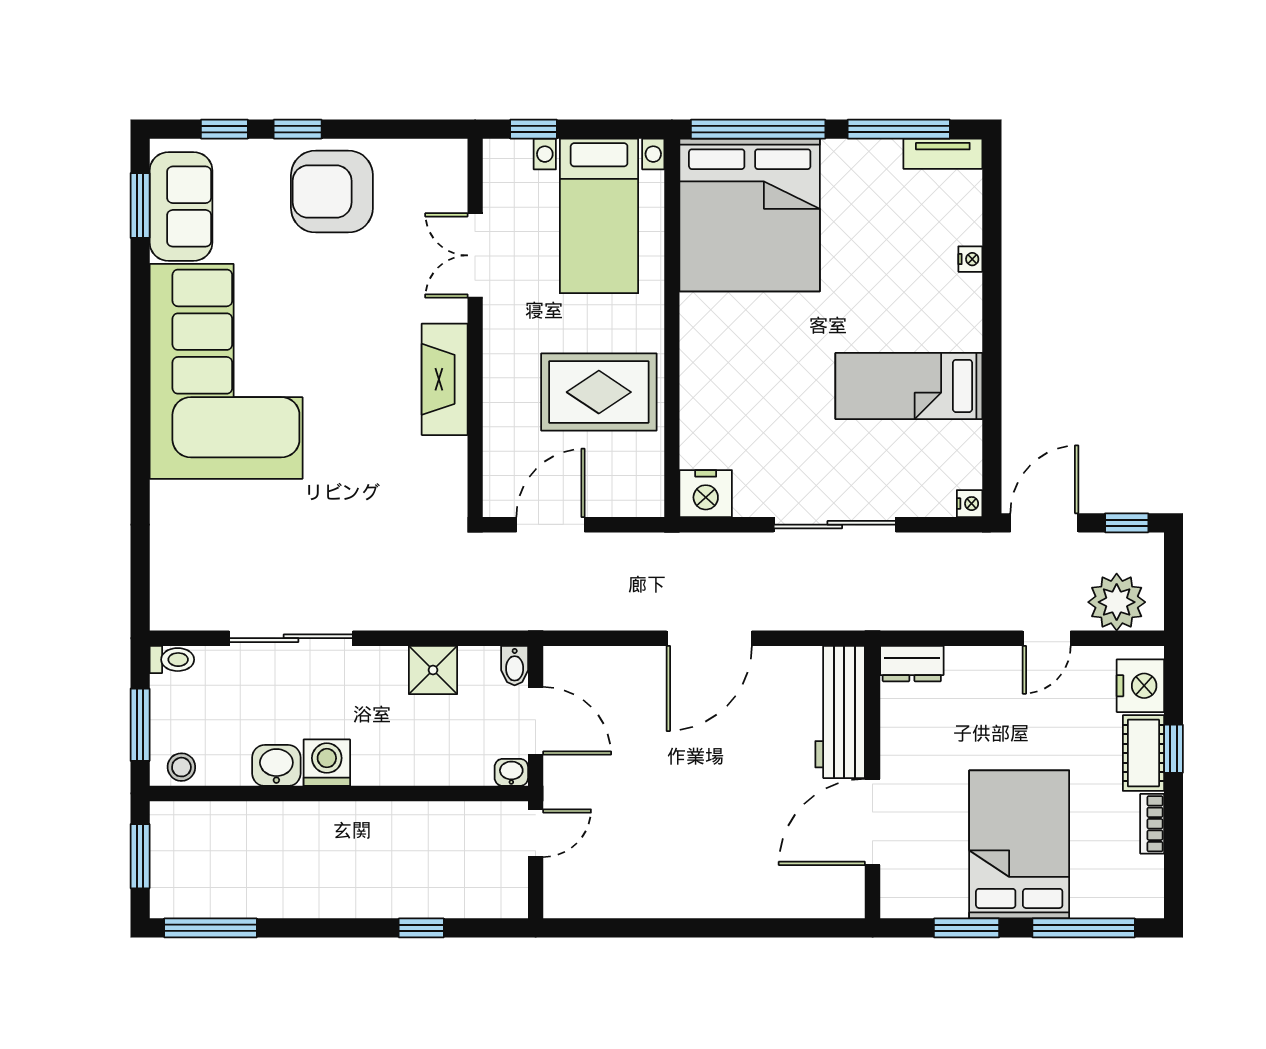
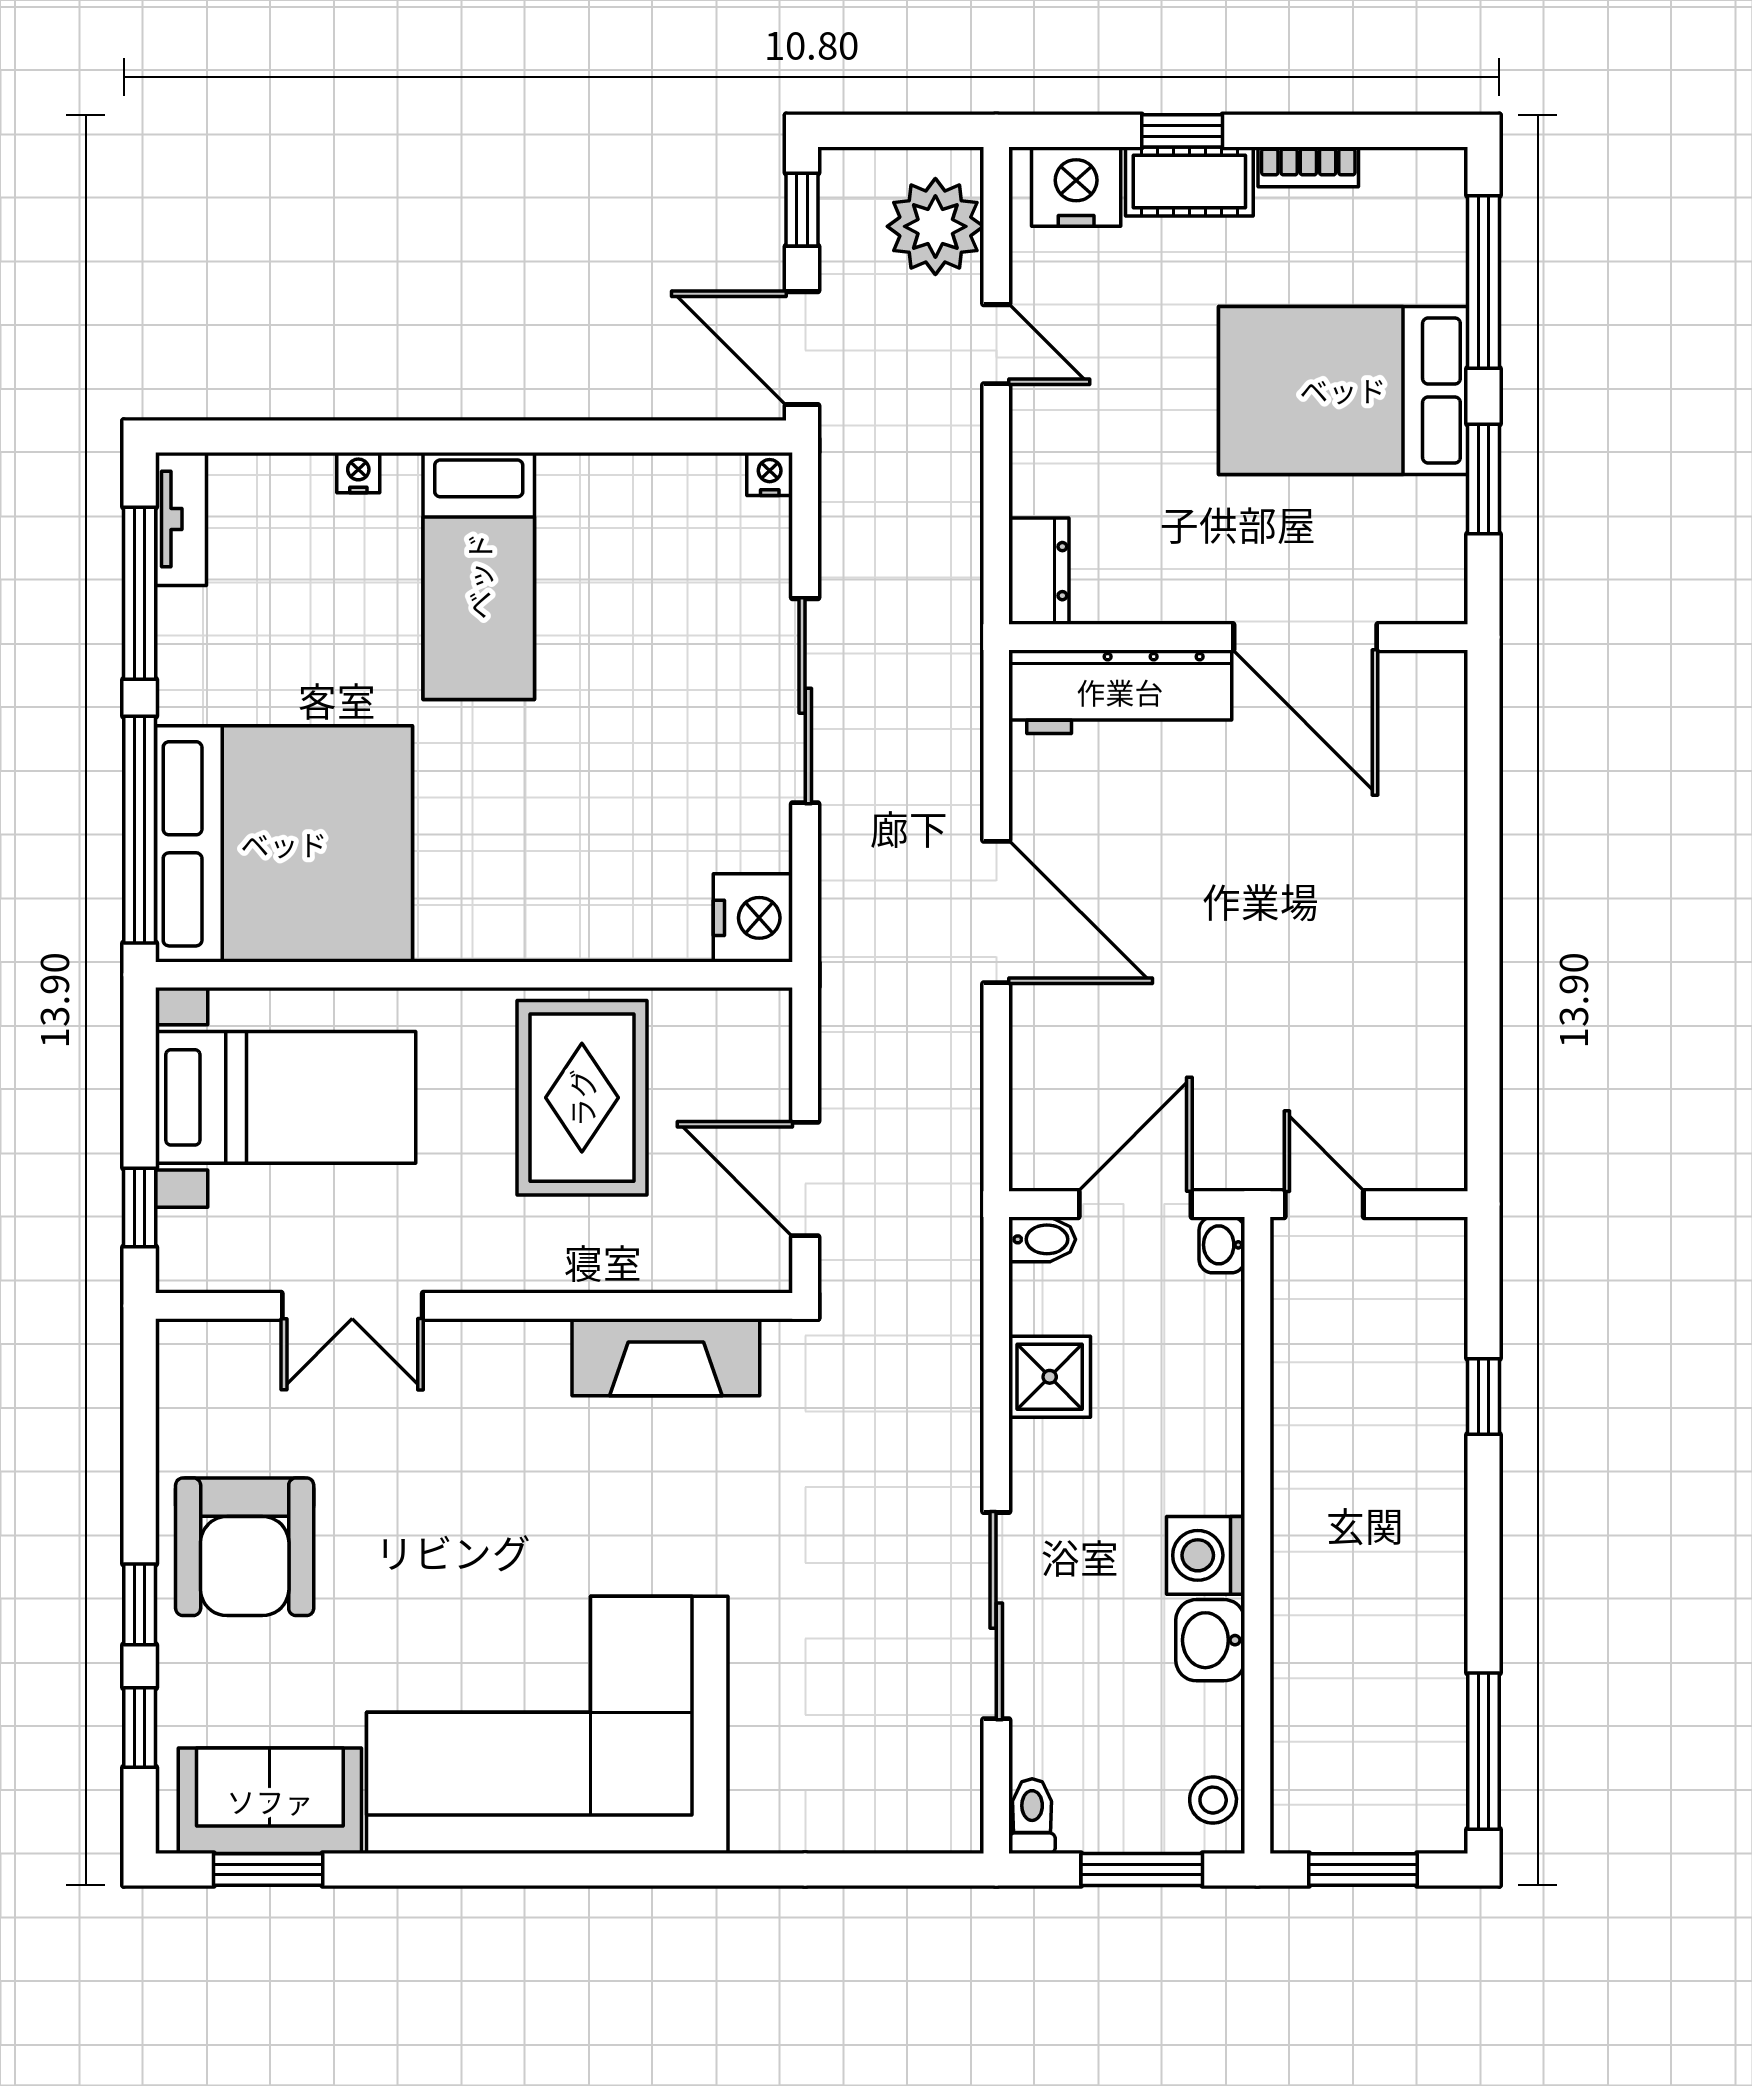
fireplace: (445, 379) -> (666, 1357), moved
bed: (909, 386) -> (479, 576), moved

